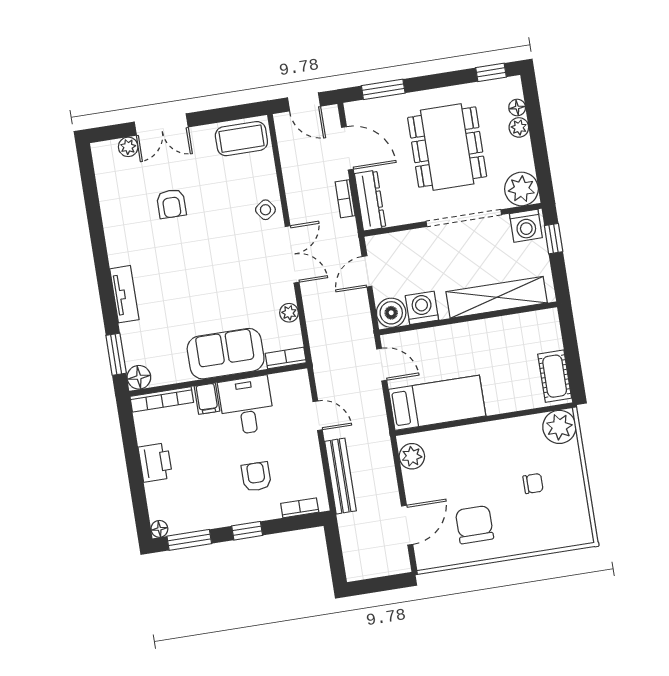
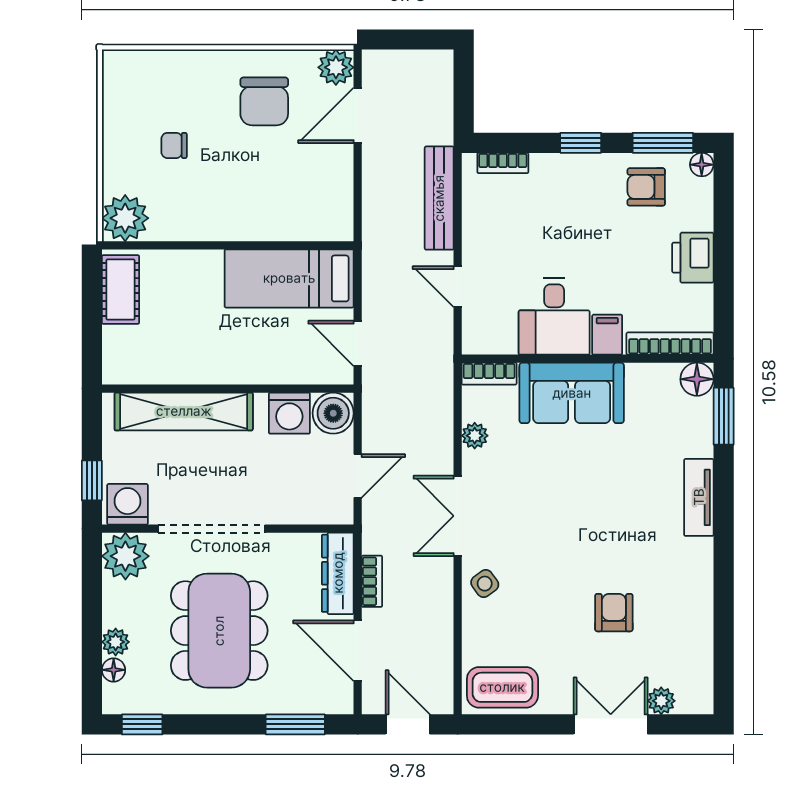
plant: (412, 456) -> (336, 67), moved
armchair: (256, 477) -> (646, 187), moved, turned 90

